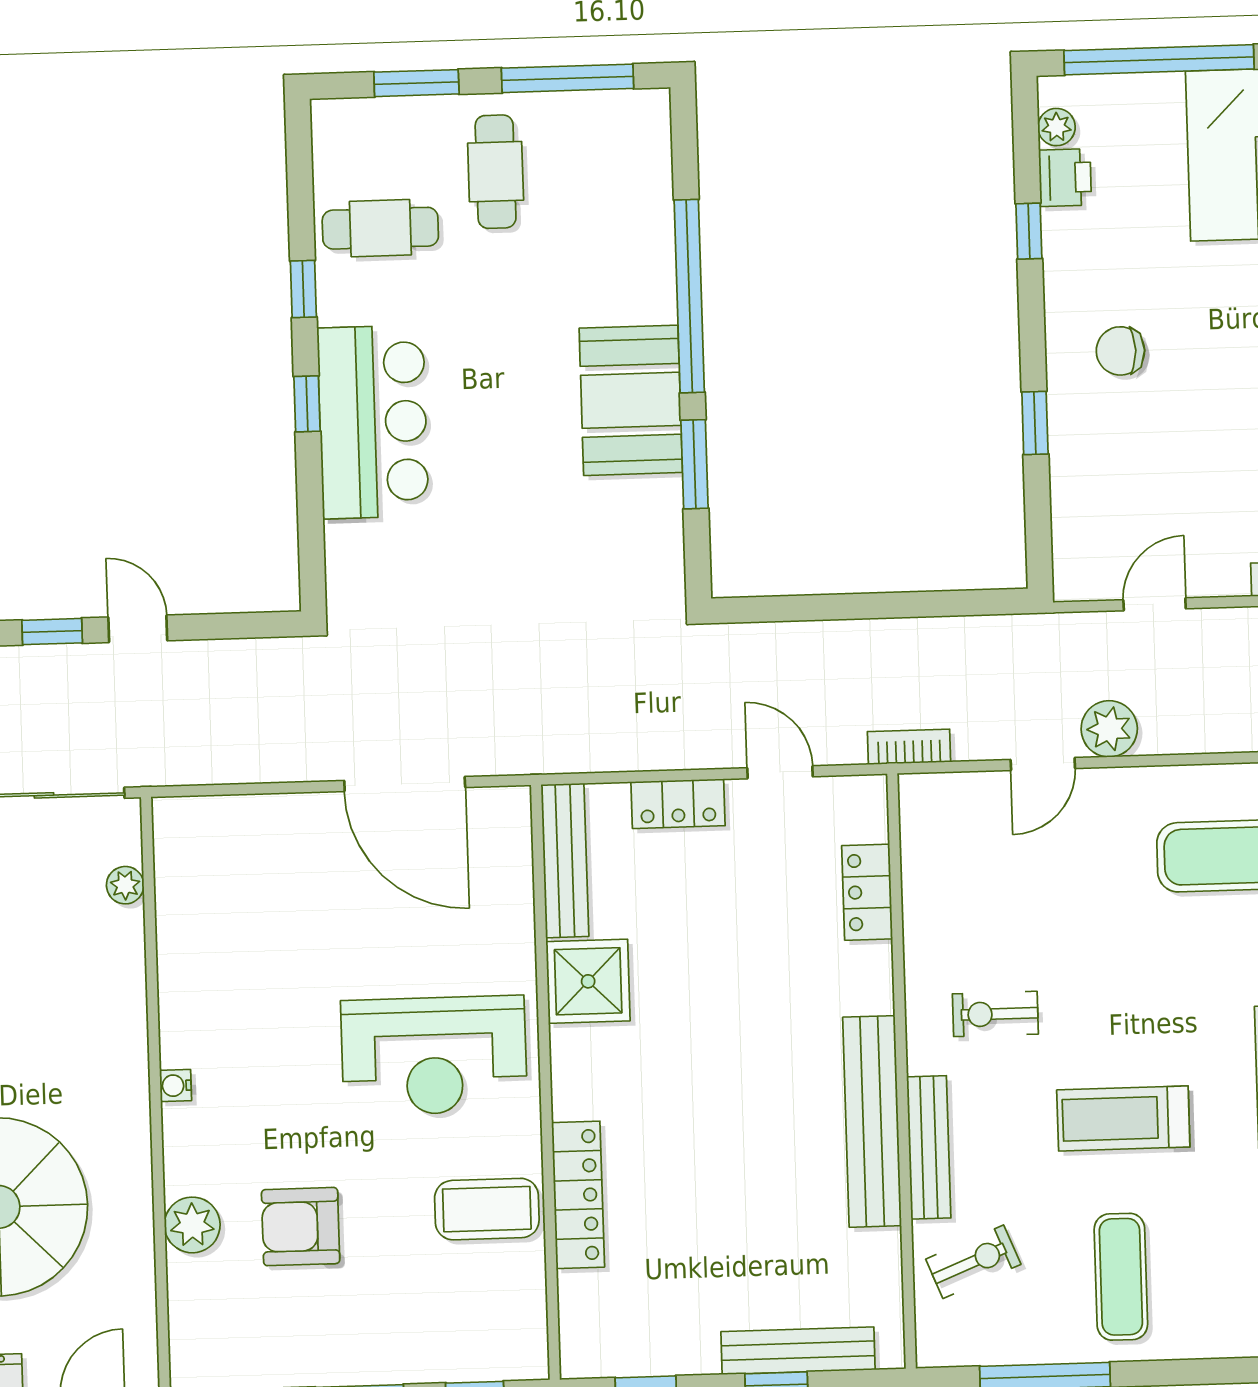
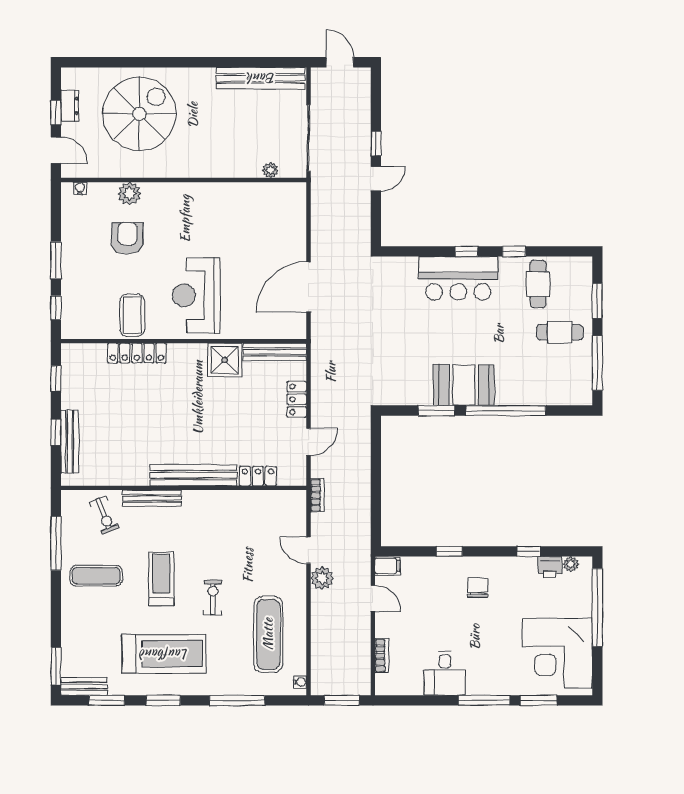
filing cabinet: (1075, 571) -> (387, 566), added
exercise bike: (995, 1014) -> (213, 598), moved
water cooler: (176, 1086) -> (80, 188), moved
bench: (872, 1121) -> (193, 475), moved

